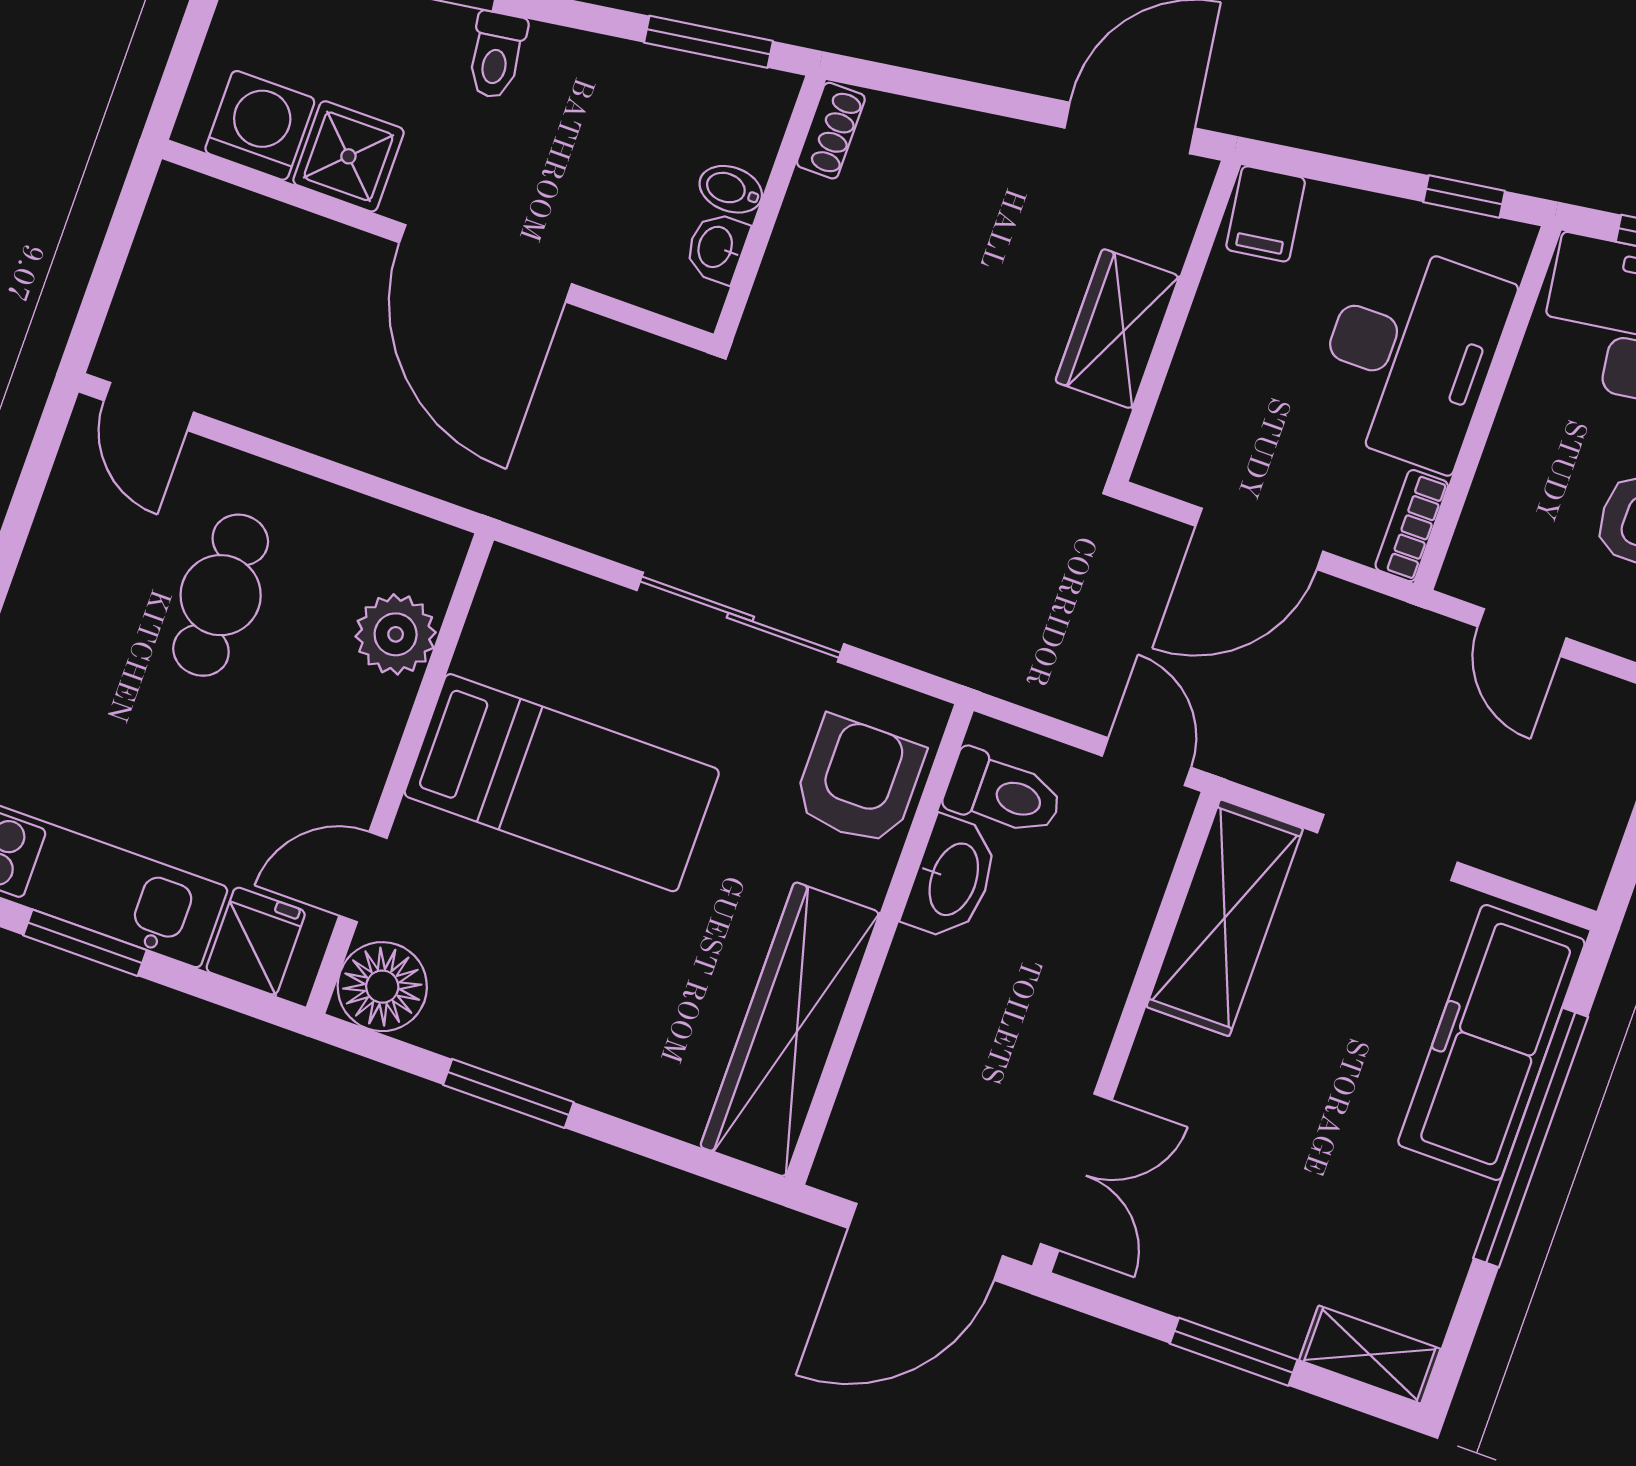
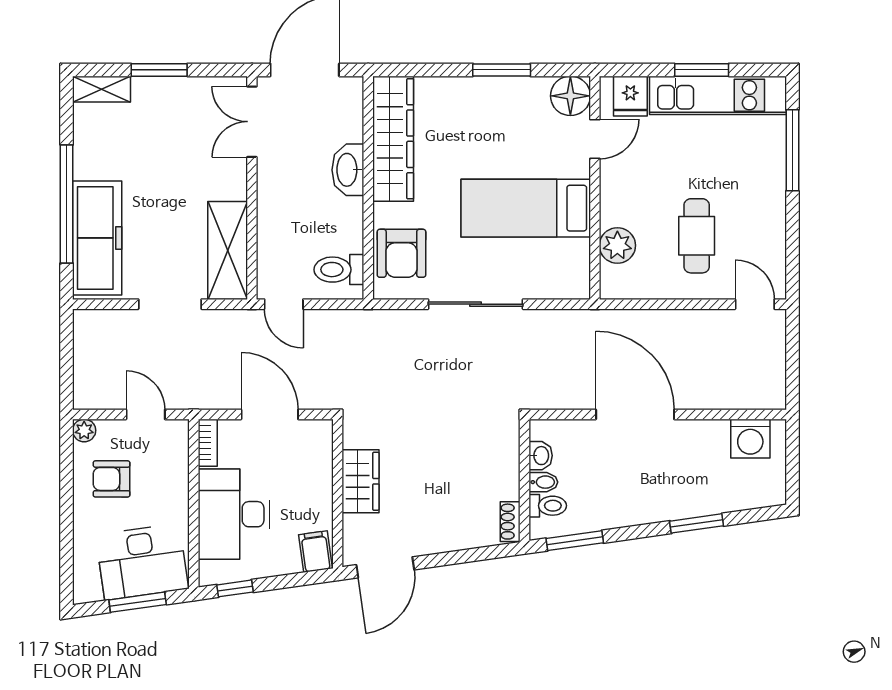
toilet: (496, 55) -> (548, 506), moved, turned 98
shower: (348, 156) -> (709, 439), removed
door: (1259, 539) -> (270, 414), hinge flipped
washbasin: (952, 879) -> (348, 170), moved

